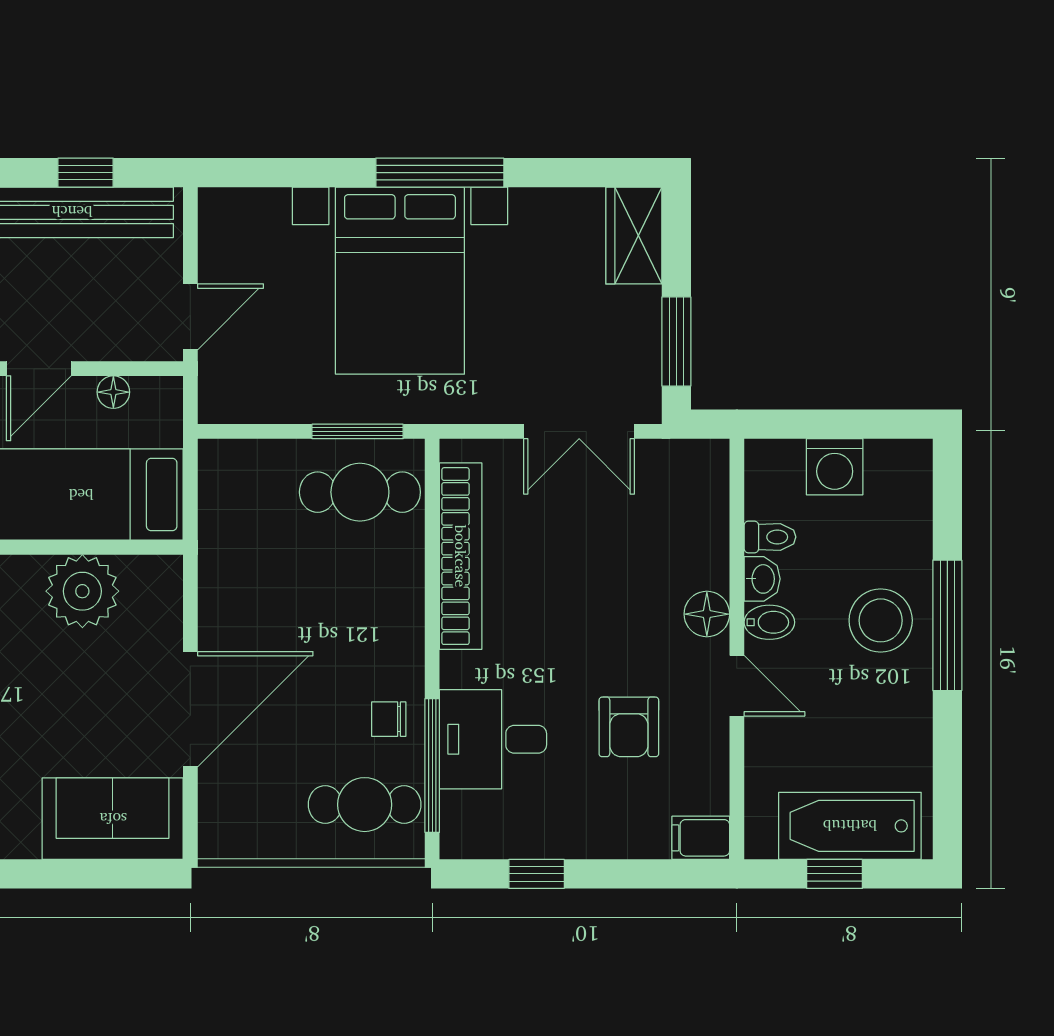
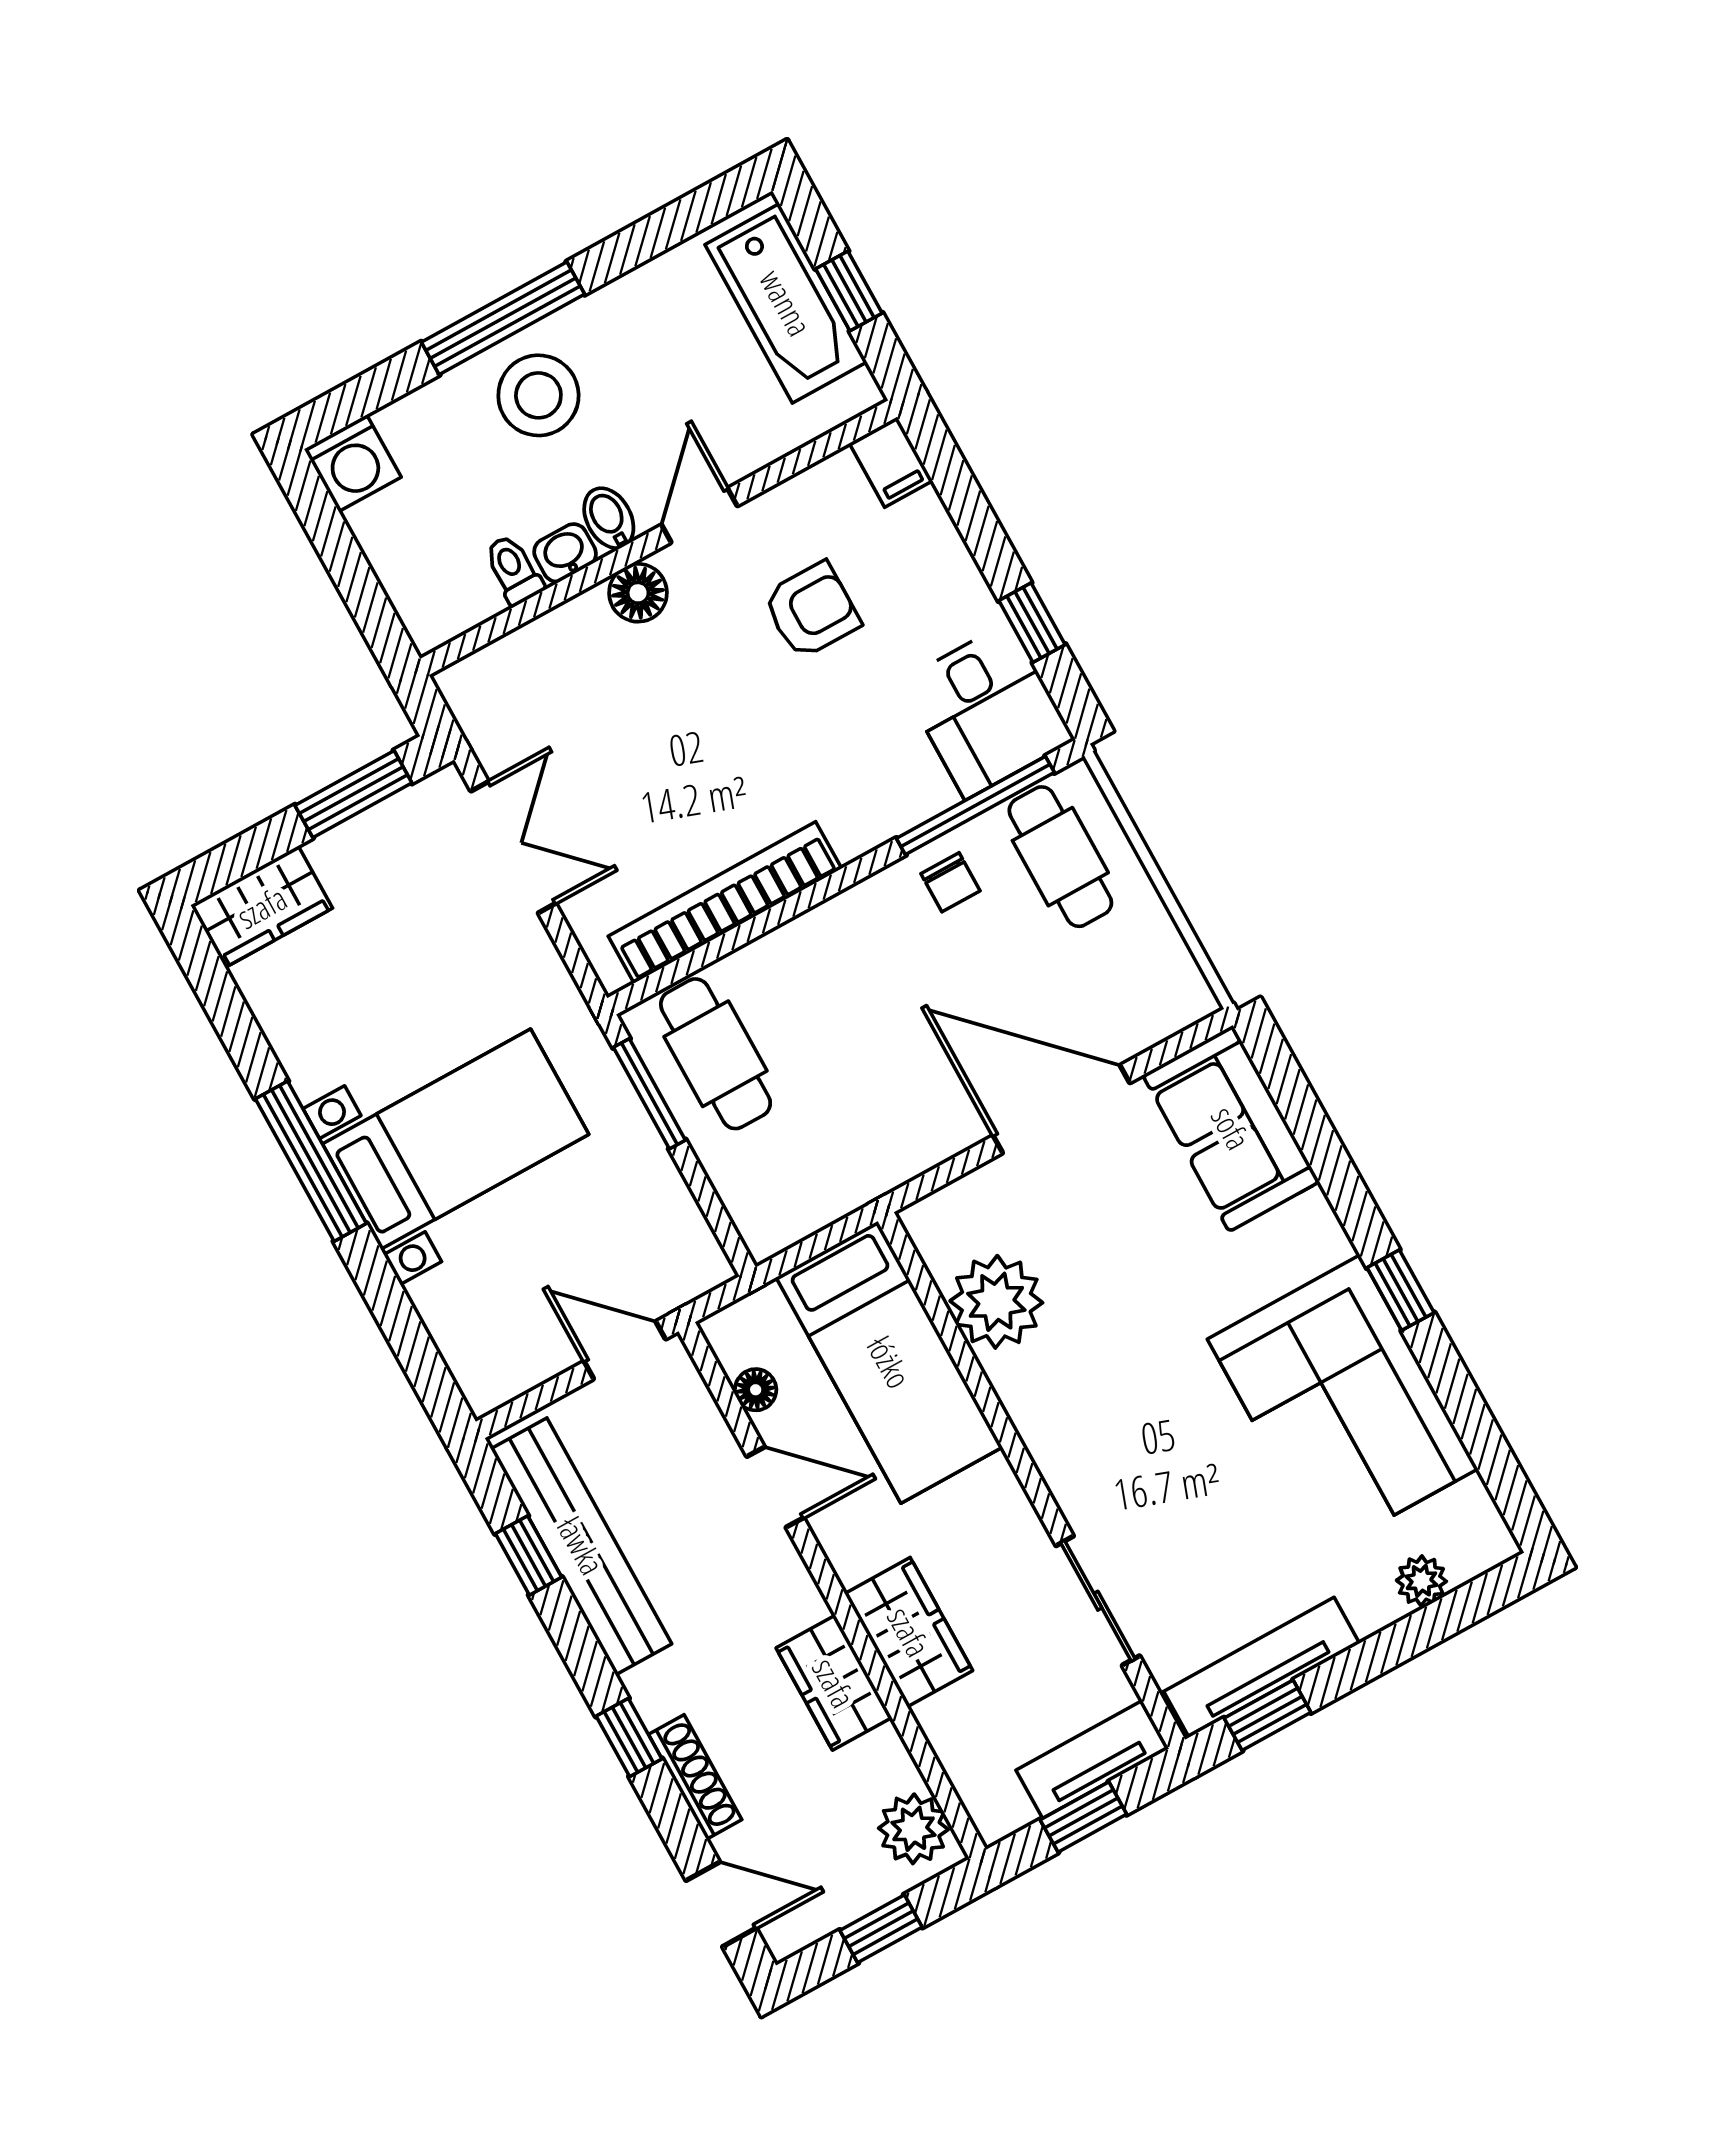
bed with nightstands: (400, 281) -> (456, 1139), width x0.73
washing machine: (835, 467) -> (353, 463), moved, turned 90
desk: (493, 739) -> (987, 711), moved

